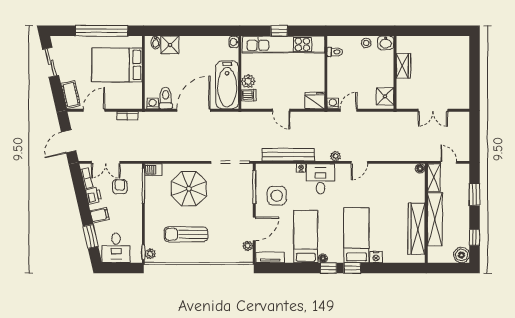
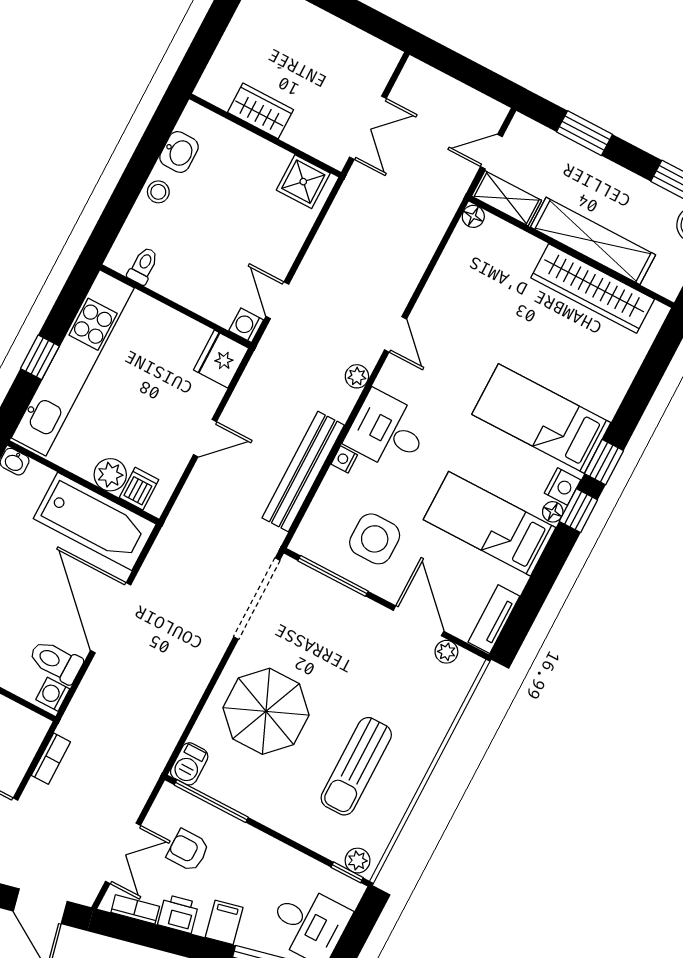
wardrobe: (403, 66) -> (261, 111), moved
wall: (395, 72) -> (265, 136), moved
shower: (385, 96) -> (303, 182), moved
nightstand: (376, 257) -> (563, 487), moved

